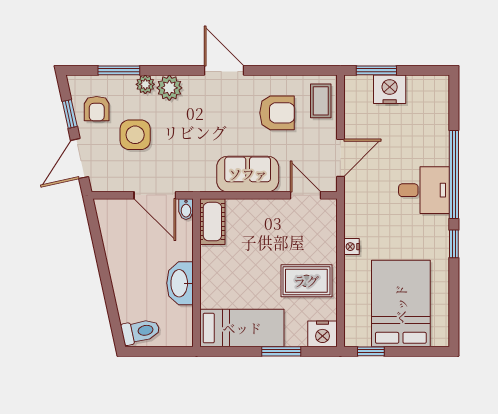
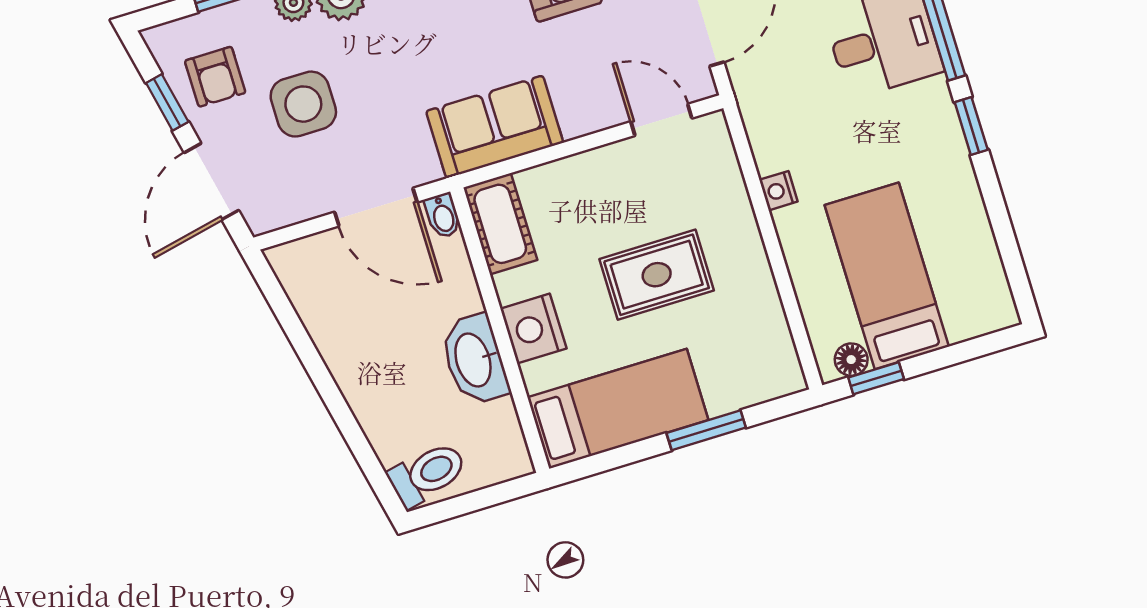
sofa: (248, 174) -> (495, 127), moved
rug: (306, 281) -> (657, 275), moved
bed: (401, 304) -> (887, 276), width x0.67
nightstand: (322, 334) -> (533, 329), moved, turned 90
floor lamp: (362, 339) -> (851, 360), added

